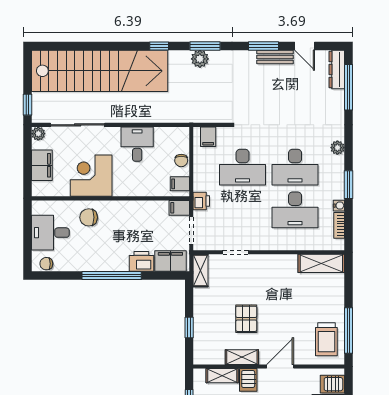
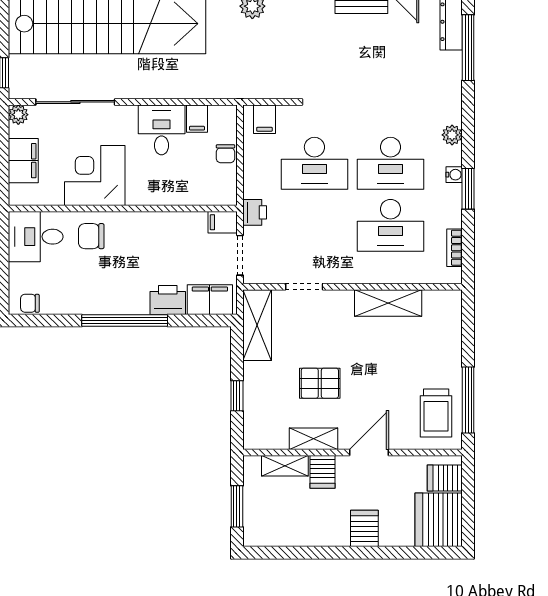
filing cabinet: (180, 184) -> (197, 119), moved, turned -90
water cooler: (339, 206) -> (454, 175), moved
desk: (50, 233) -> (36, 237), moved
shelving: (321, 263) -> (388, 303), moved
shelving: (201, 271) -> (257, 325), width x1.50, depth x1.33
pallet: (246, 319) -> (320, 383), turned 90

